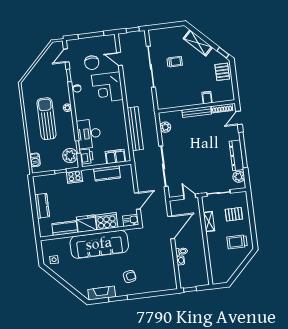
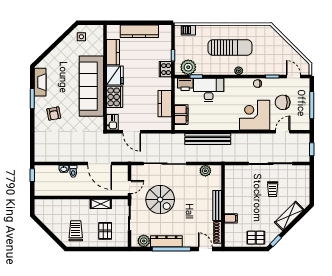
spiral stairs: (198, 166) -> (160, 200), added
kitchen counter: (42, 206) -> (139, 31), width x1.50

